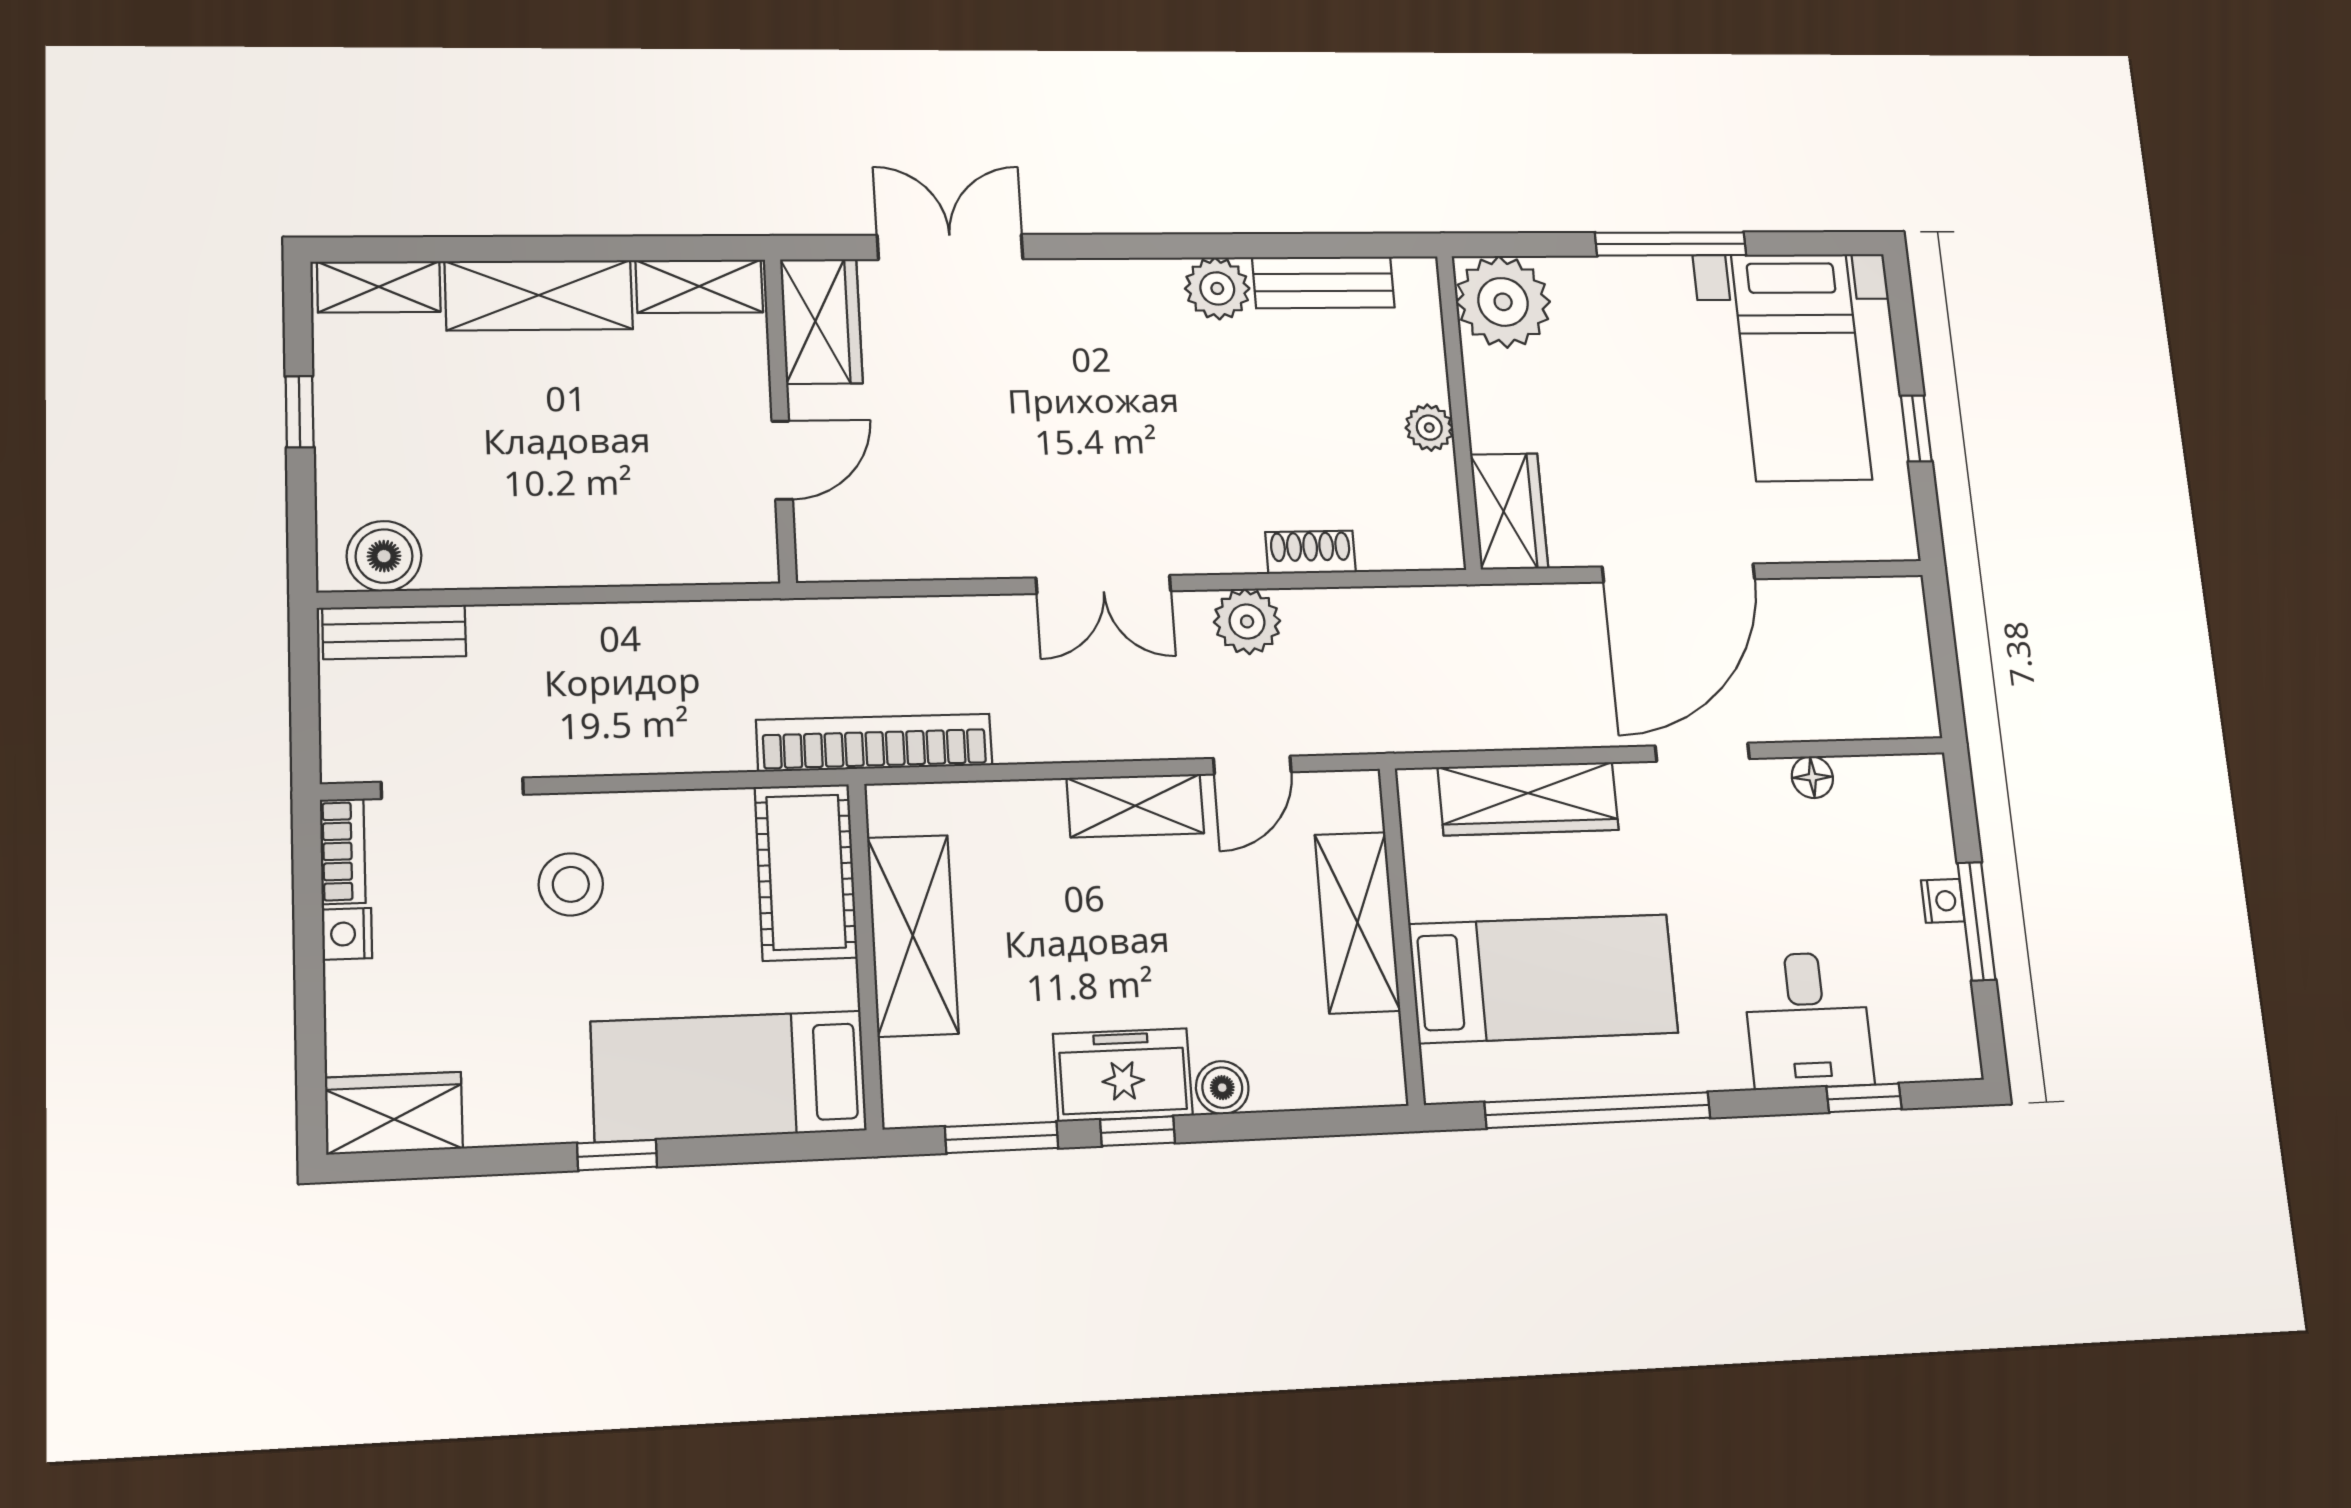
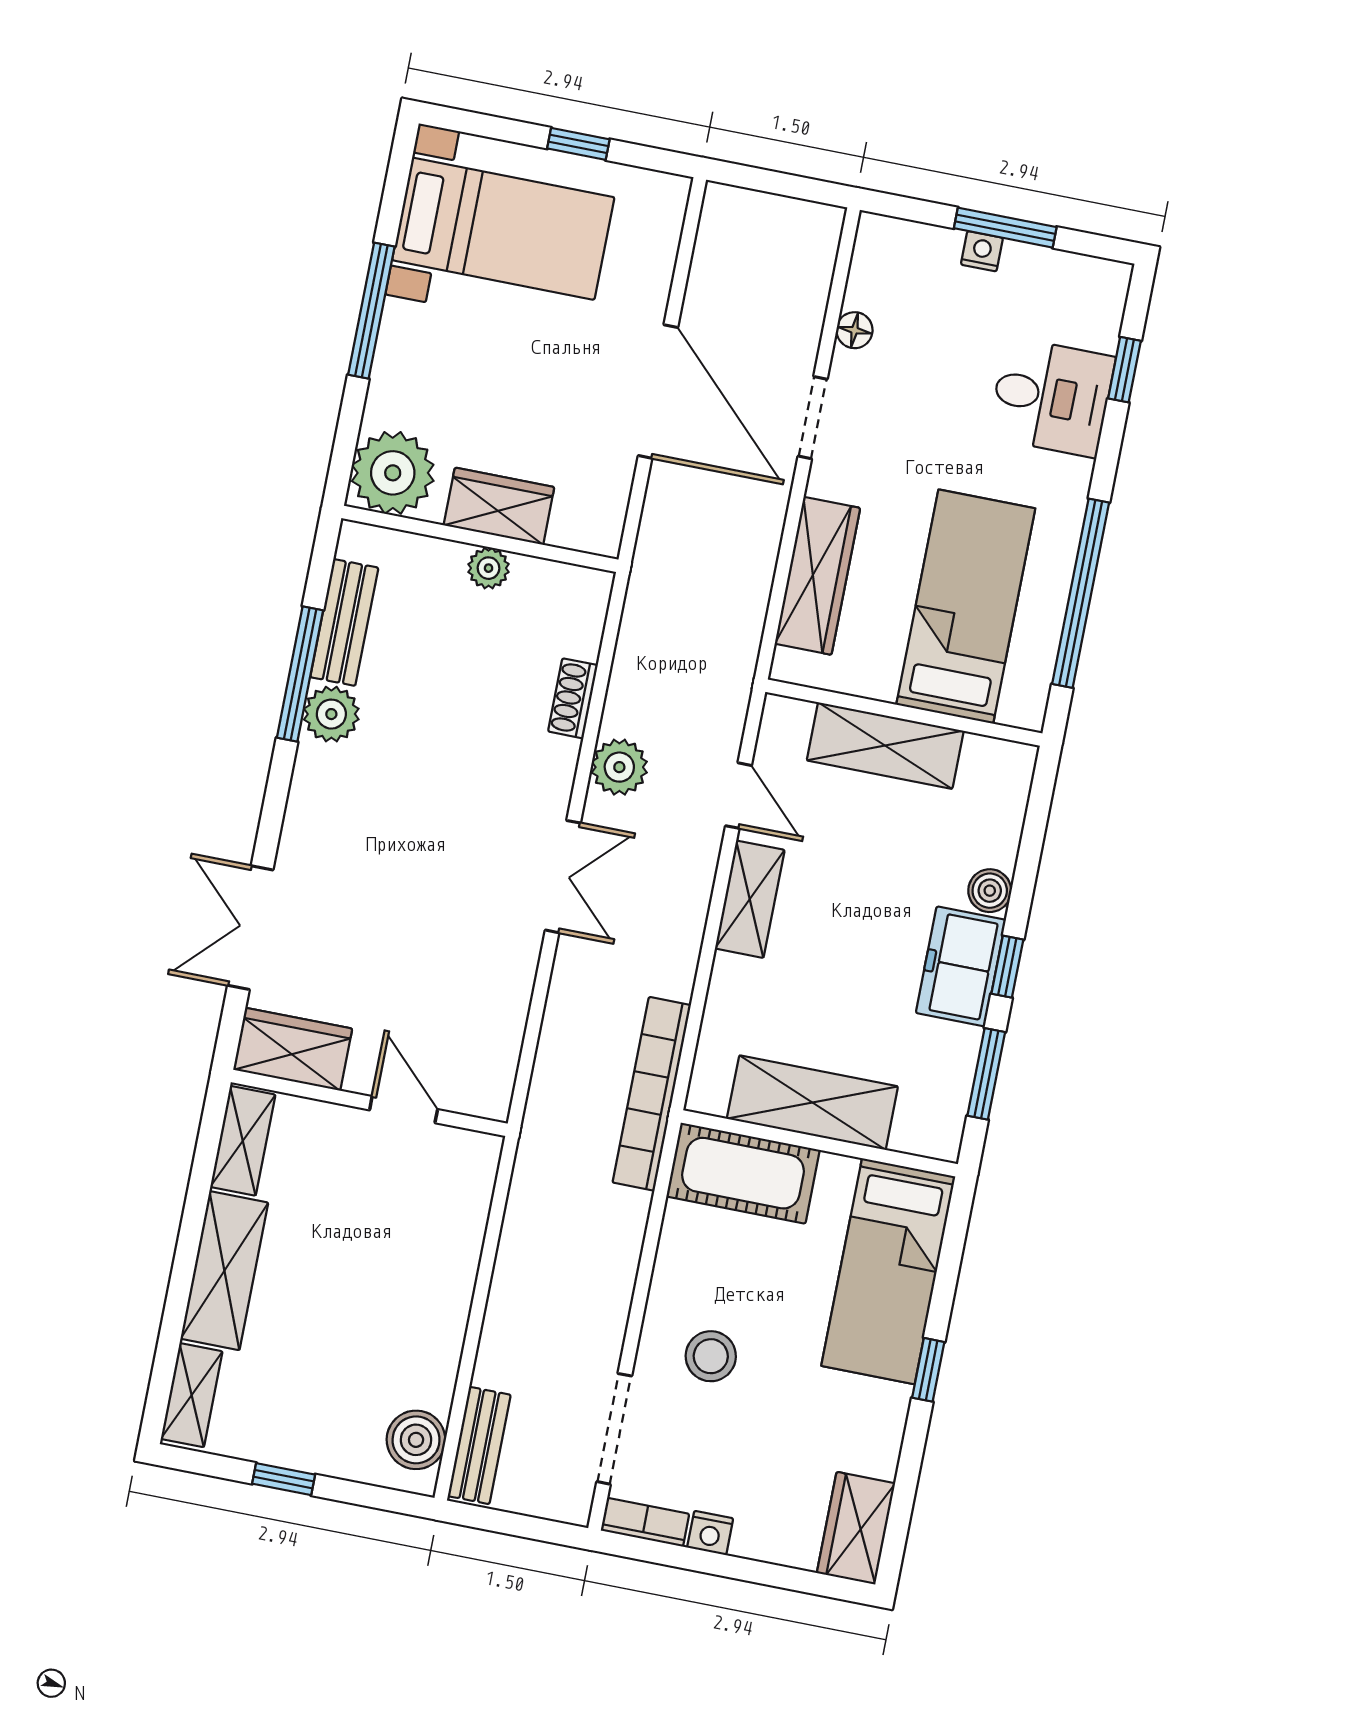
window: (1252, 246) -> (300, 674), added
wardrobe: (1509, 511) -> (499, 506), moved

